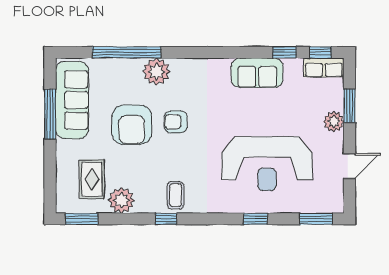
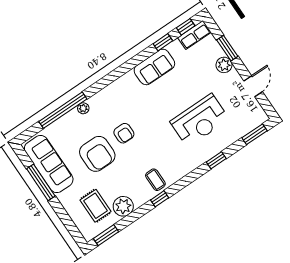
plant: (157, 72) -> (83, 108), width x0.53, depth x0.53
armchair: (176, 122) -> (124, 133), turned -90
reception desk: (267, 164) -> (200, 120), width x0.74, depth x0.77

